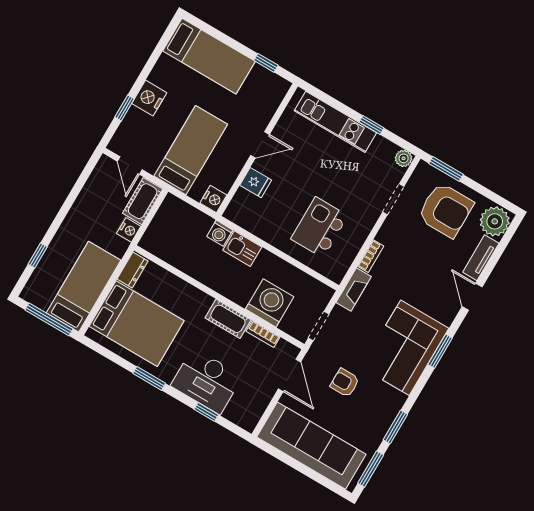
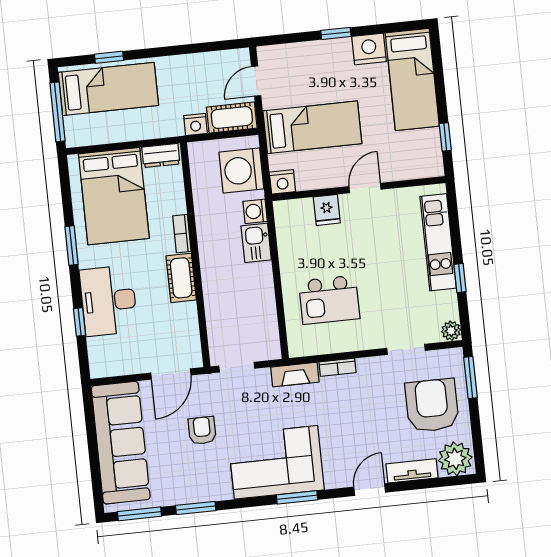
nightstand: (149, 98) -> (369, 49), moved
window: (124, 108) -> (336, 33), moved
door: (260, 145) -> (365, 188), swing flipped
armchair: (446, 210) -> (432, 405), turned 180
kitchen island: (319, 227) -> (329, 300), turned 180
bed: (84, 287) -> (108, 89), moved
washing machine: (270, 303) -> (241, 170), moved, turned 180
bookcase: (263, 334) -> (182, 234), moved

